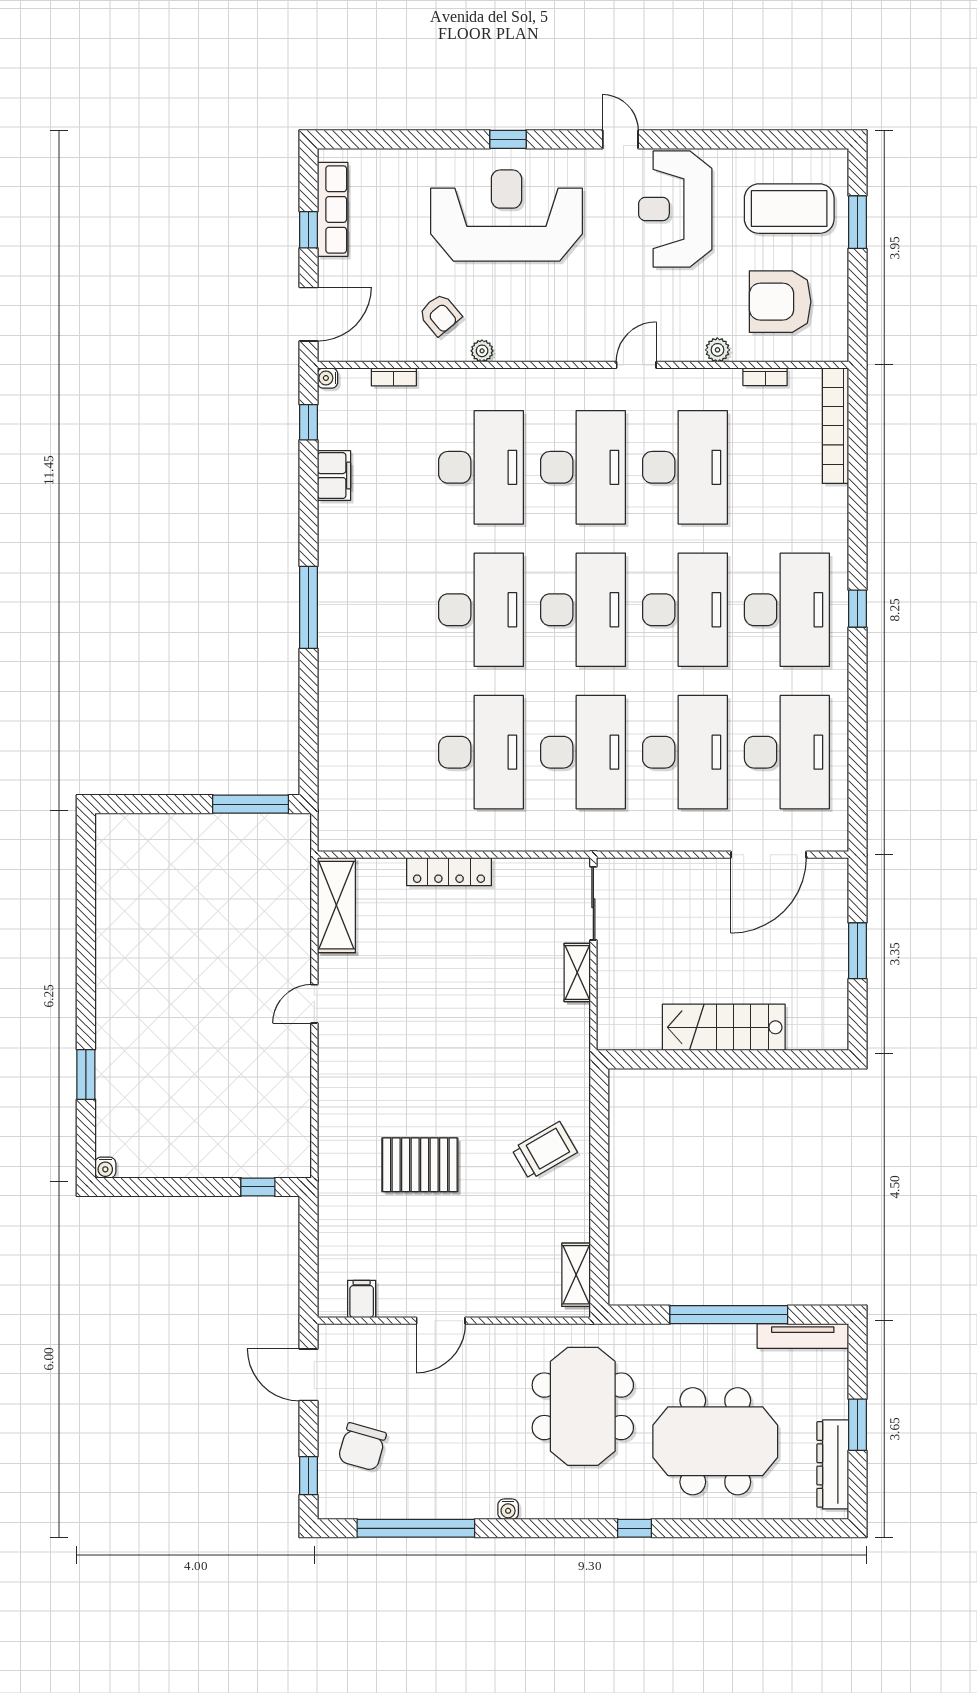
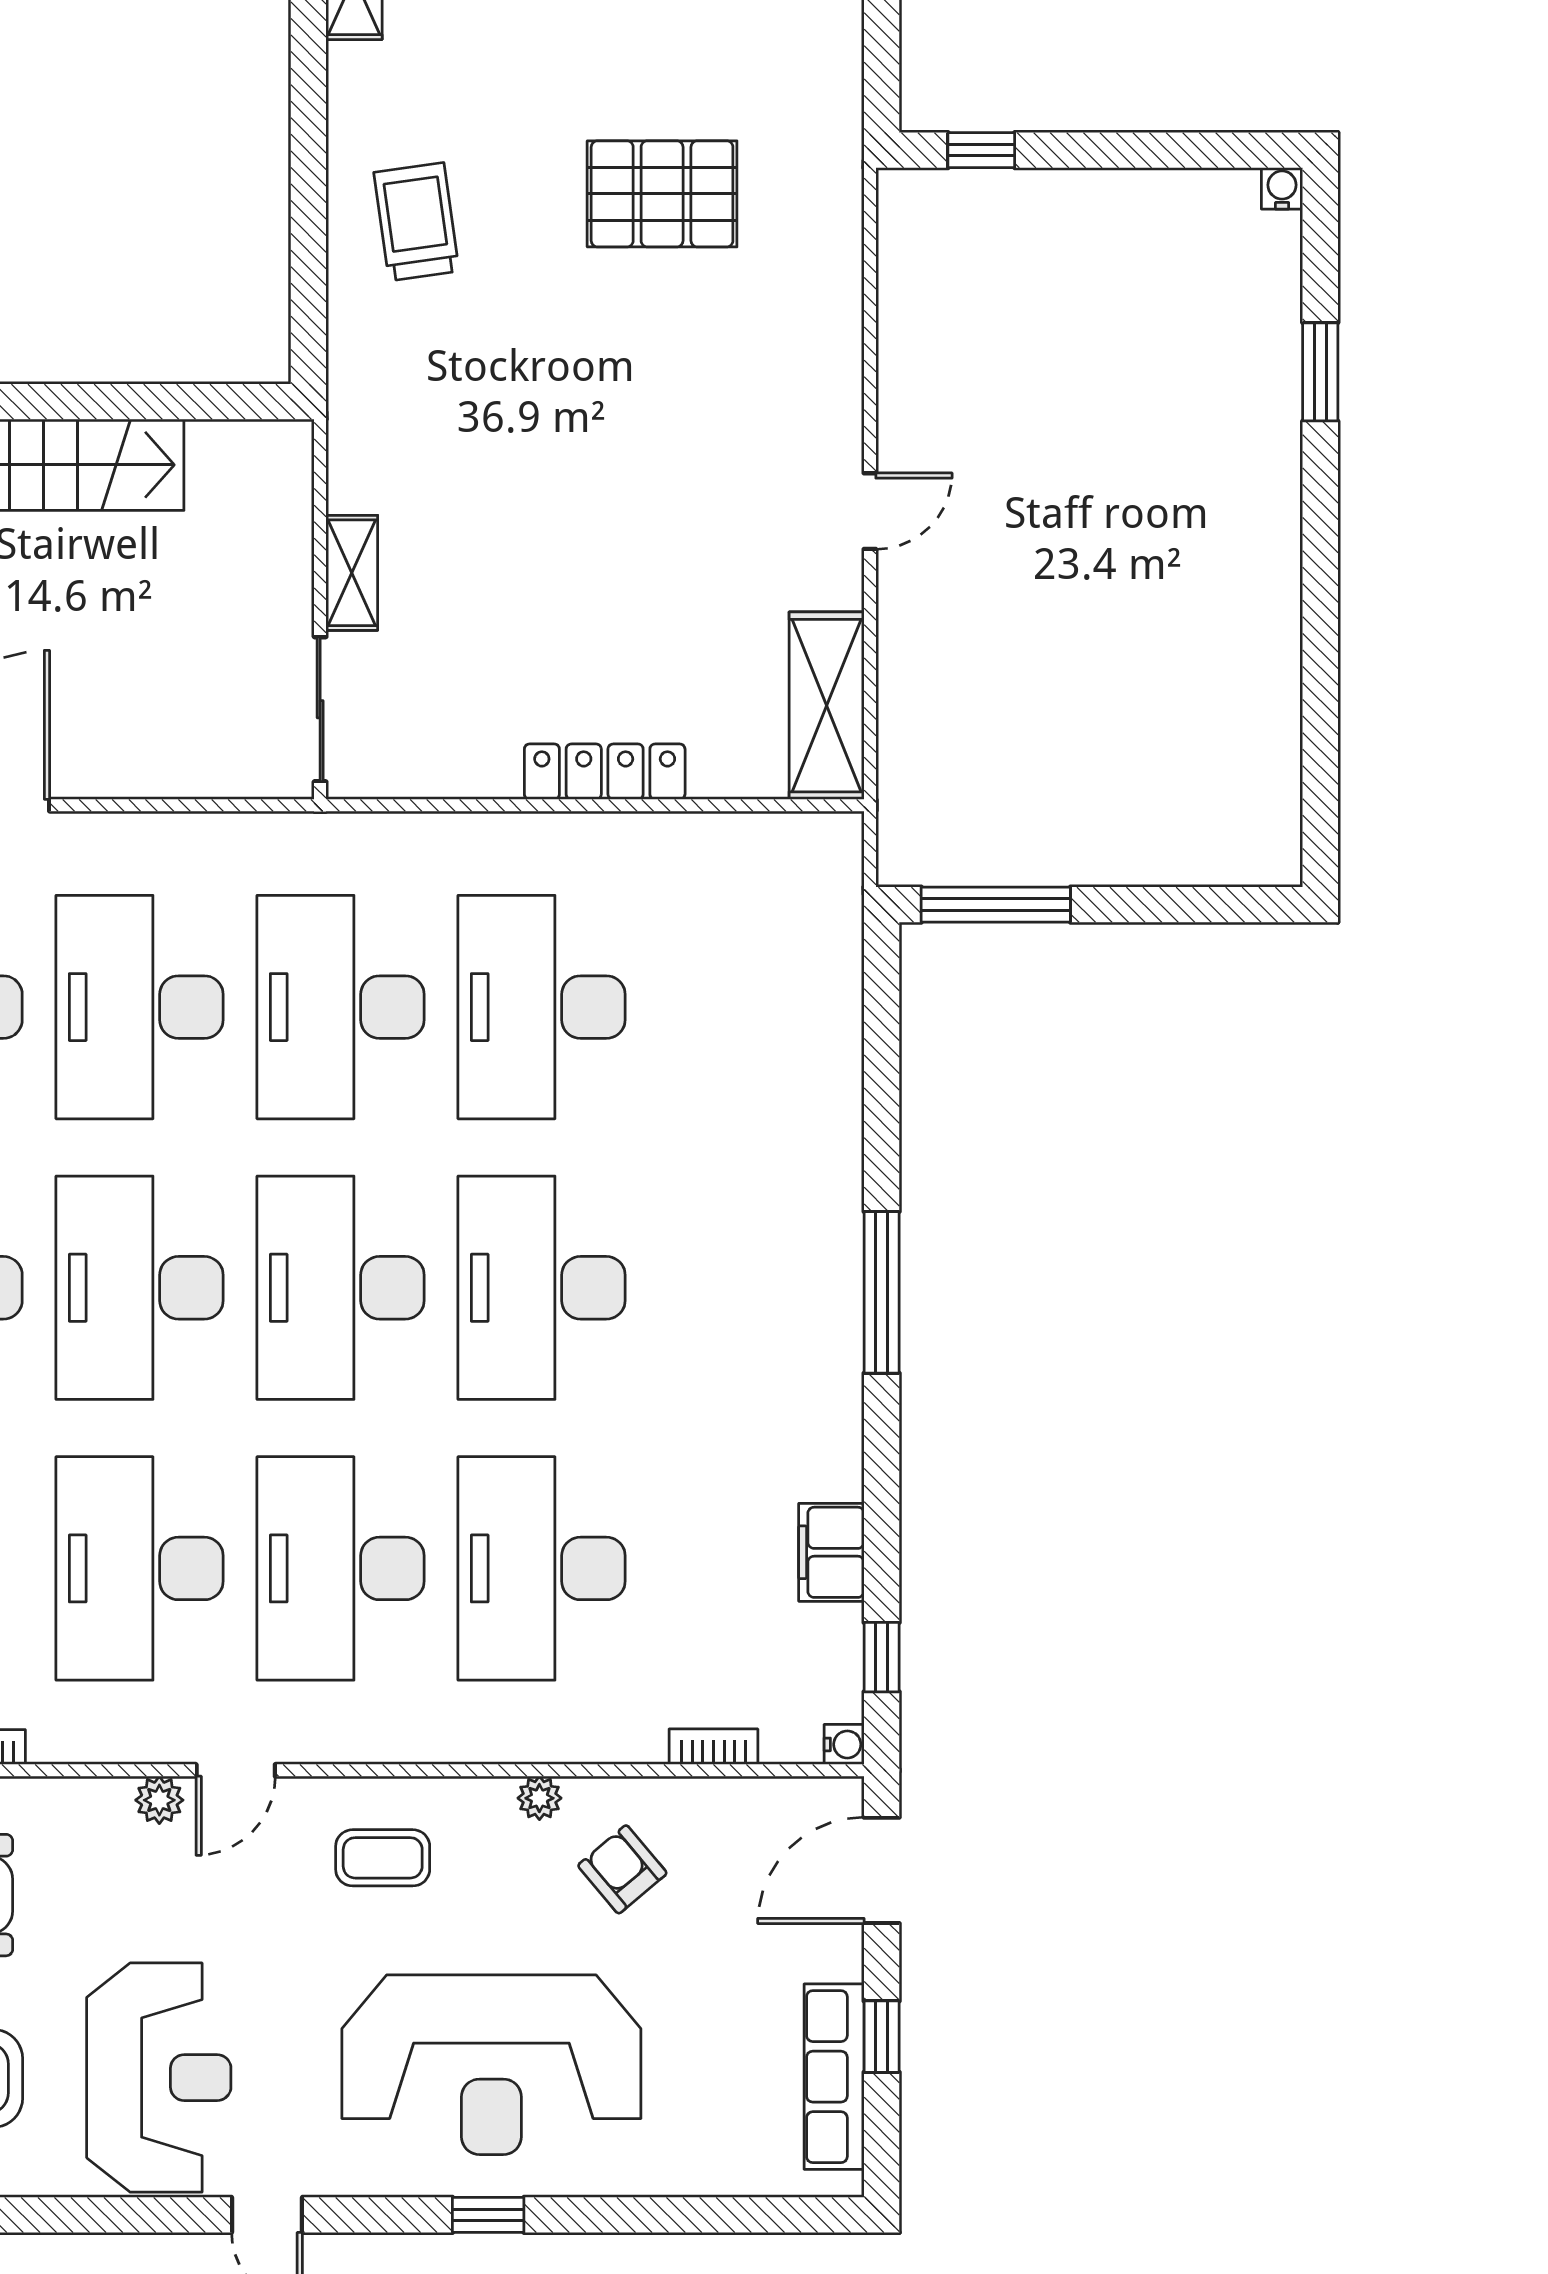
coffee table: (562, 320) -> (383, 1858), added
plant: (717, 350) -> (159, 1800), moved
trolley: (544, 1151) -> (416, 222), turned 112

